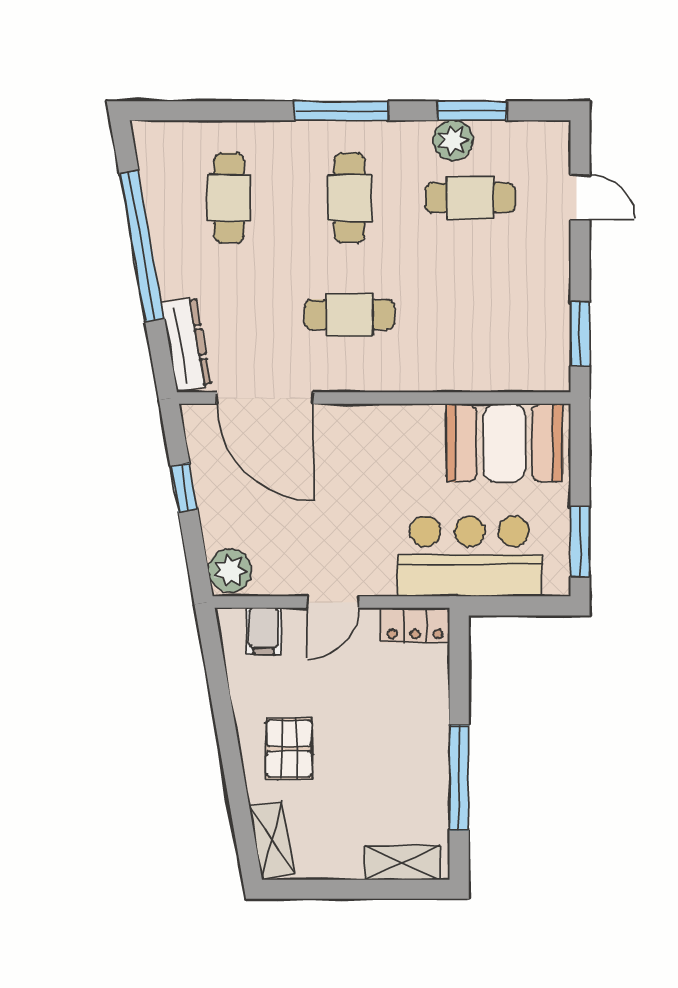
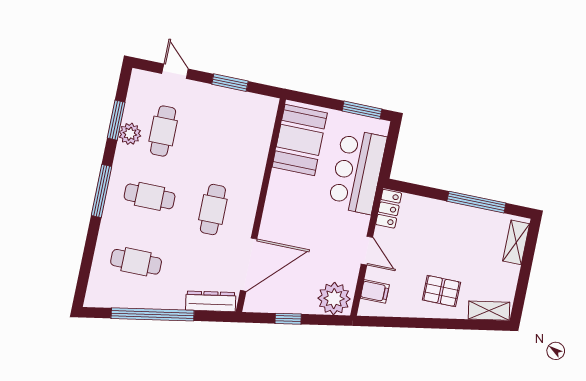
door: (580, 197) -> (175, 71), hinge flipped
window: (580, 334) -> (230, 83), moved
plant: (230, 570) -> (334, 299), width x1.36, depth x1.36

